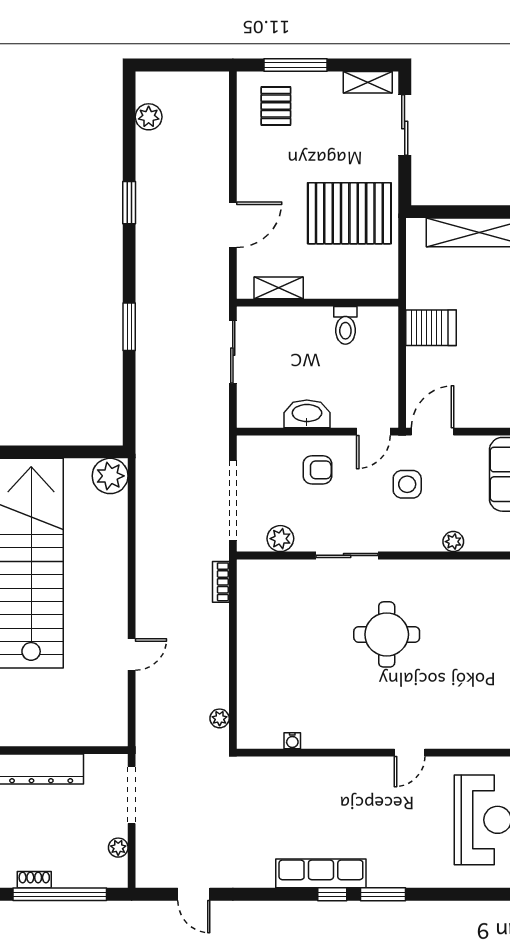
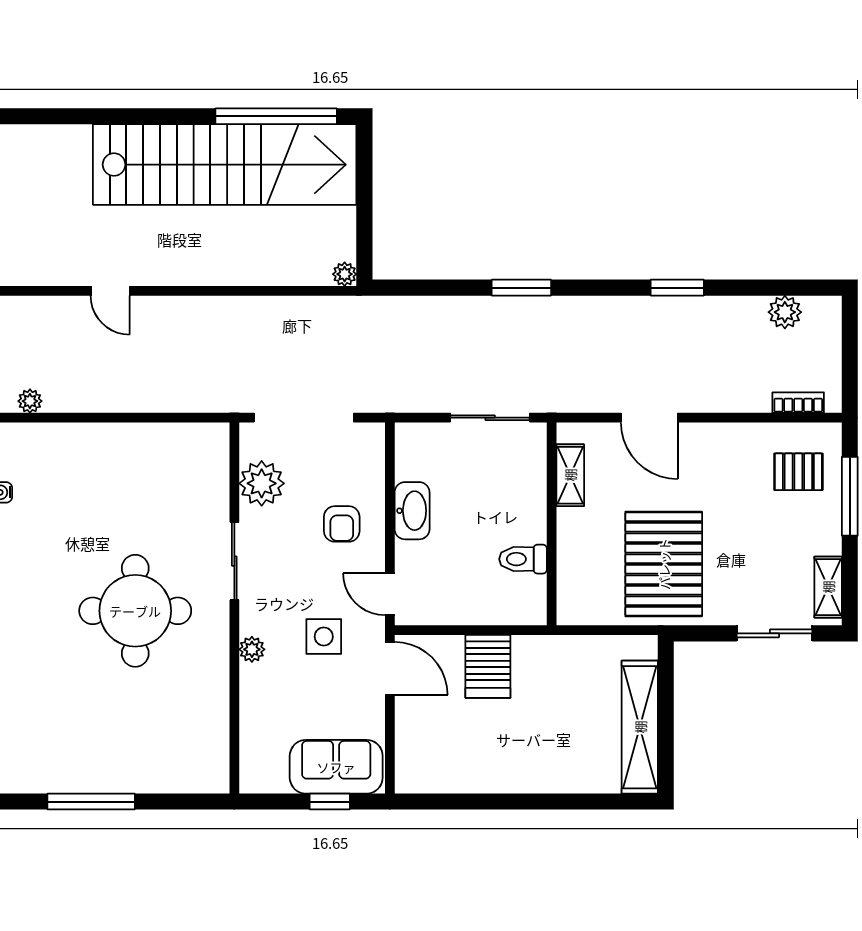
server rack: (431, 328) -> (488, 666), moved
plant: (110, 476) -> (345, 274), width x0.53, depth x0.53
plant: (280, 539) -> (262, 483), width x1.36, depth x1.36
plant: (453, 542) -> (252, 649), moved
bookcase: (221, 582) -> (798, 403), moved
round table: (387, 634) -> (135, 611), width x1.36, depth x1.36

